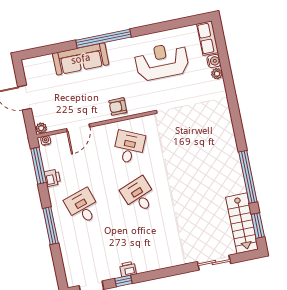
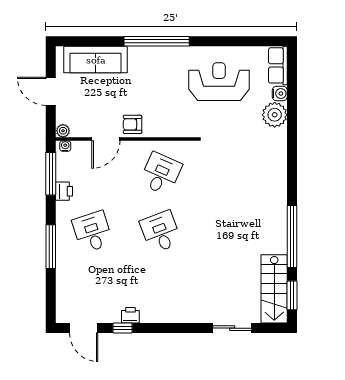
sofa: (81, 59) -> (96, 60), moved
plant: (217, 74) -> (275, 115), width x1.87, depth x1.87
armchair: (118, 107) -> (133, 124), moved

